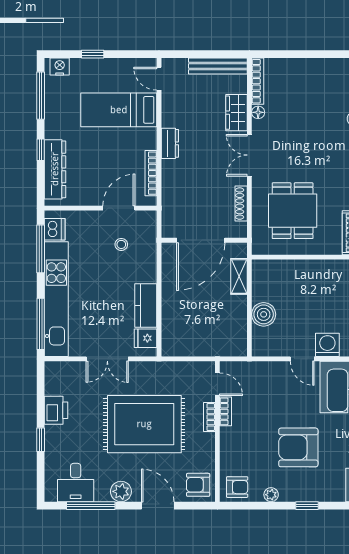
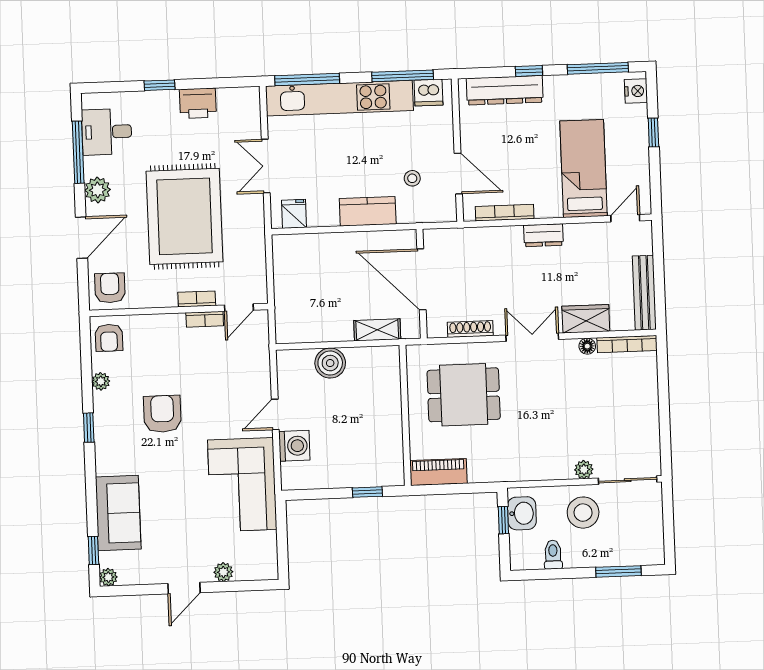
kitchen counter: (146, 306) -> (368, 211), moved
armchair: (298, 447) -> (162, 414), width x0.73, depth x0.73

